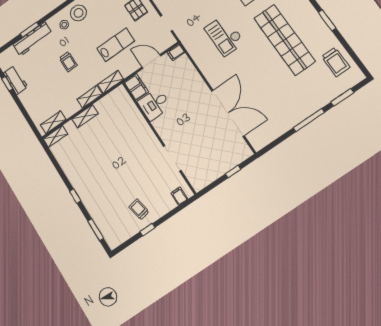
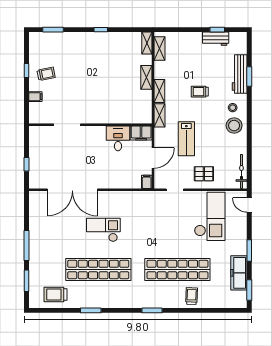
checkout: (224, 35) -> (103, 230), moved
window: (75, 196) -> (101, 30), moved
filing cabinet: (179, 196) -> (35, 97), moved

